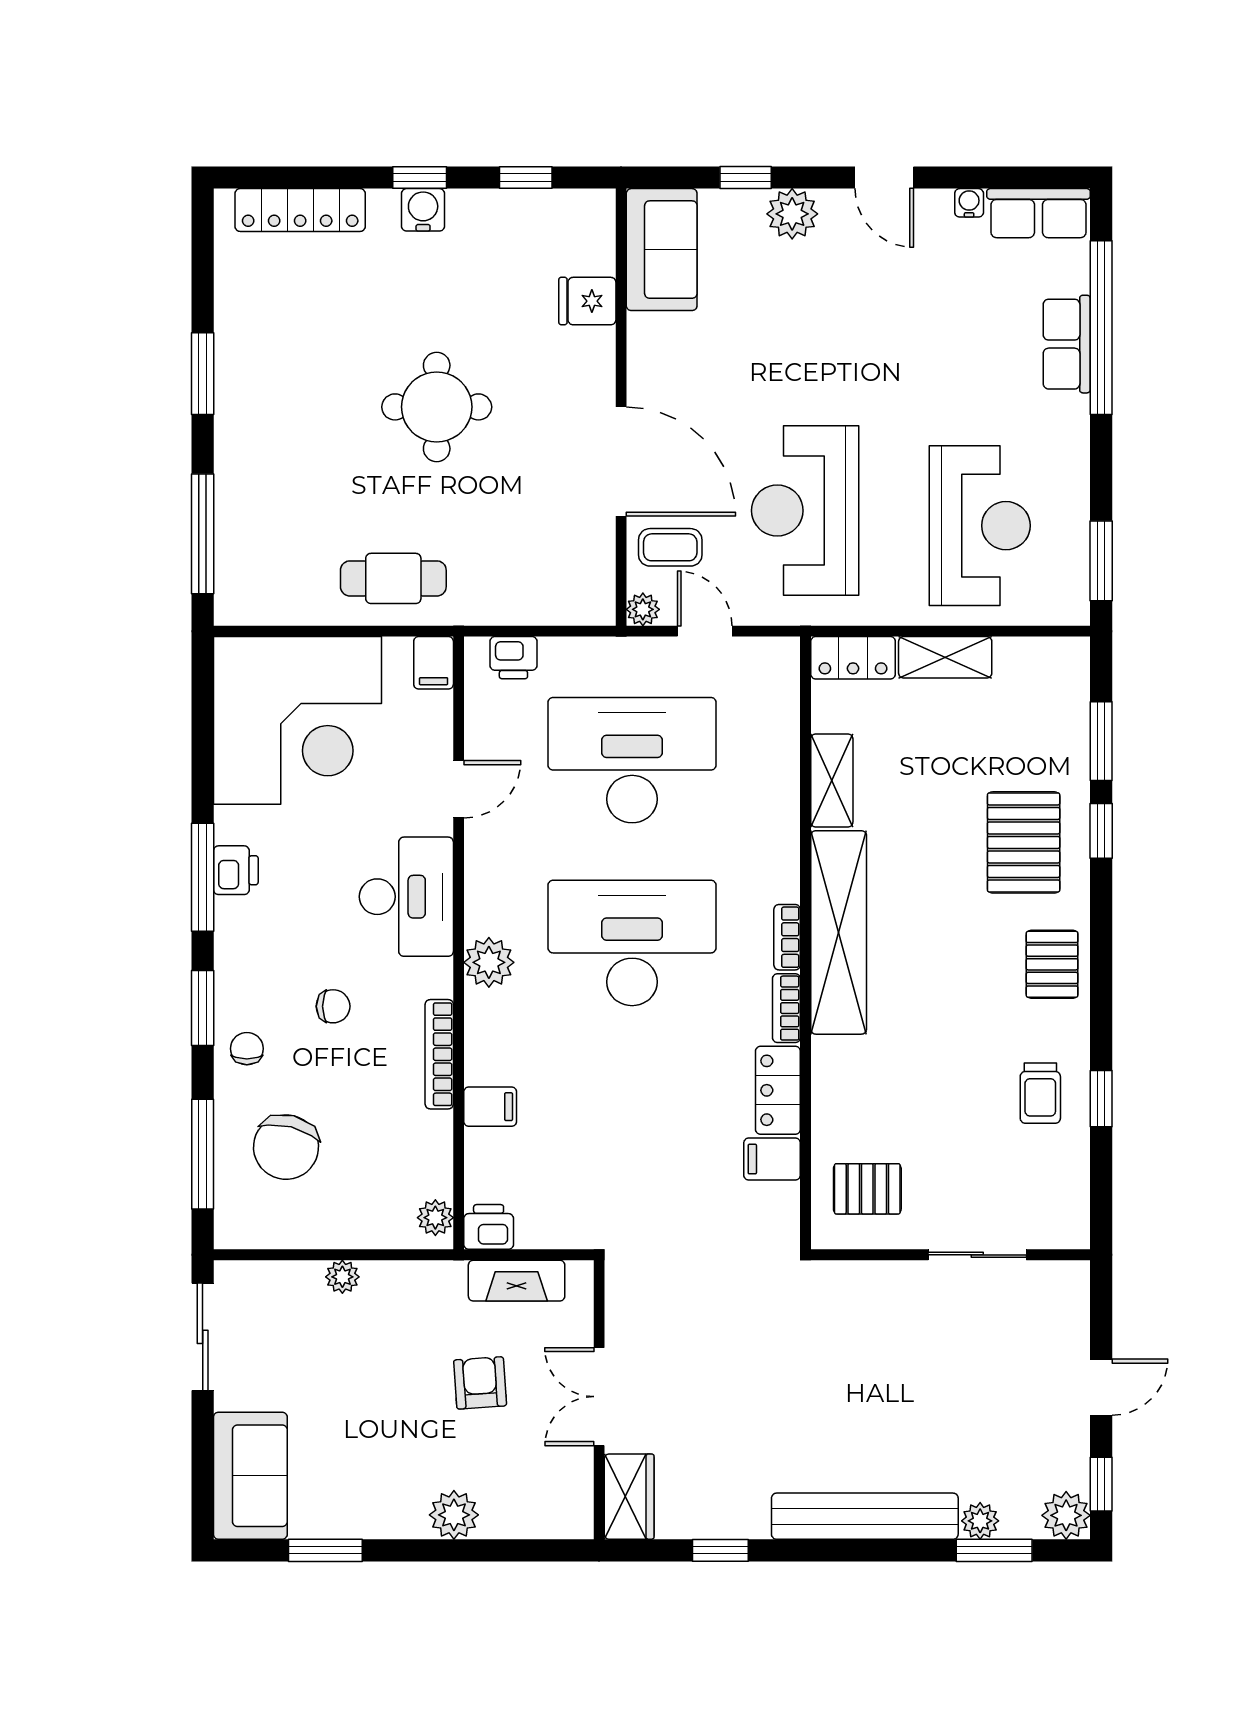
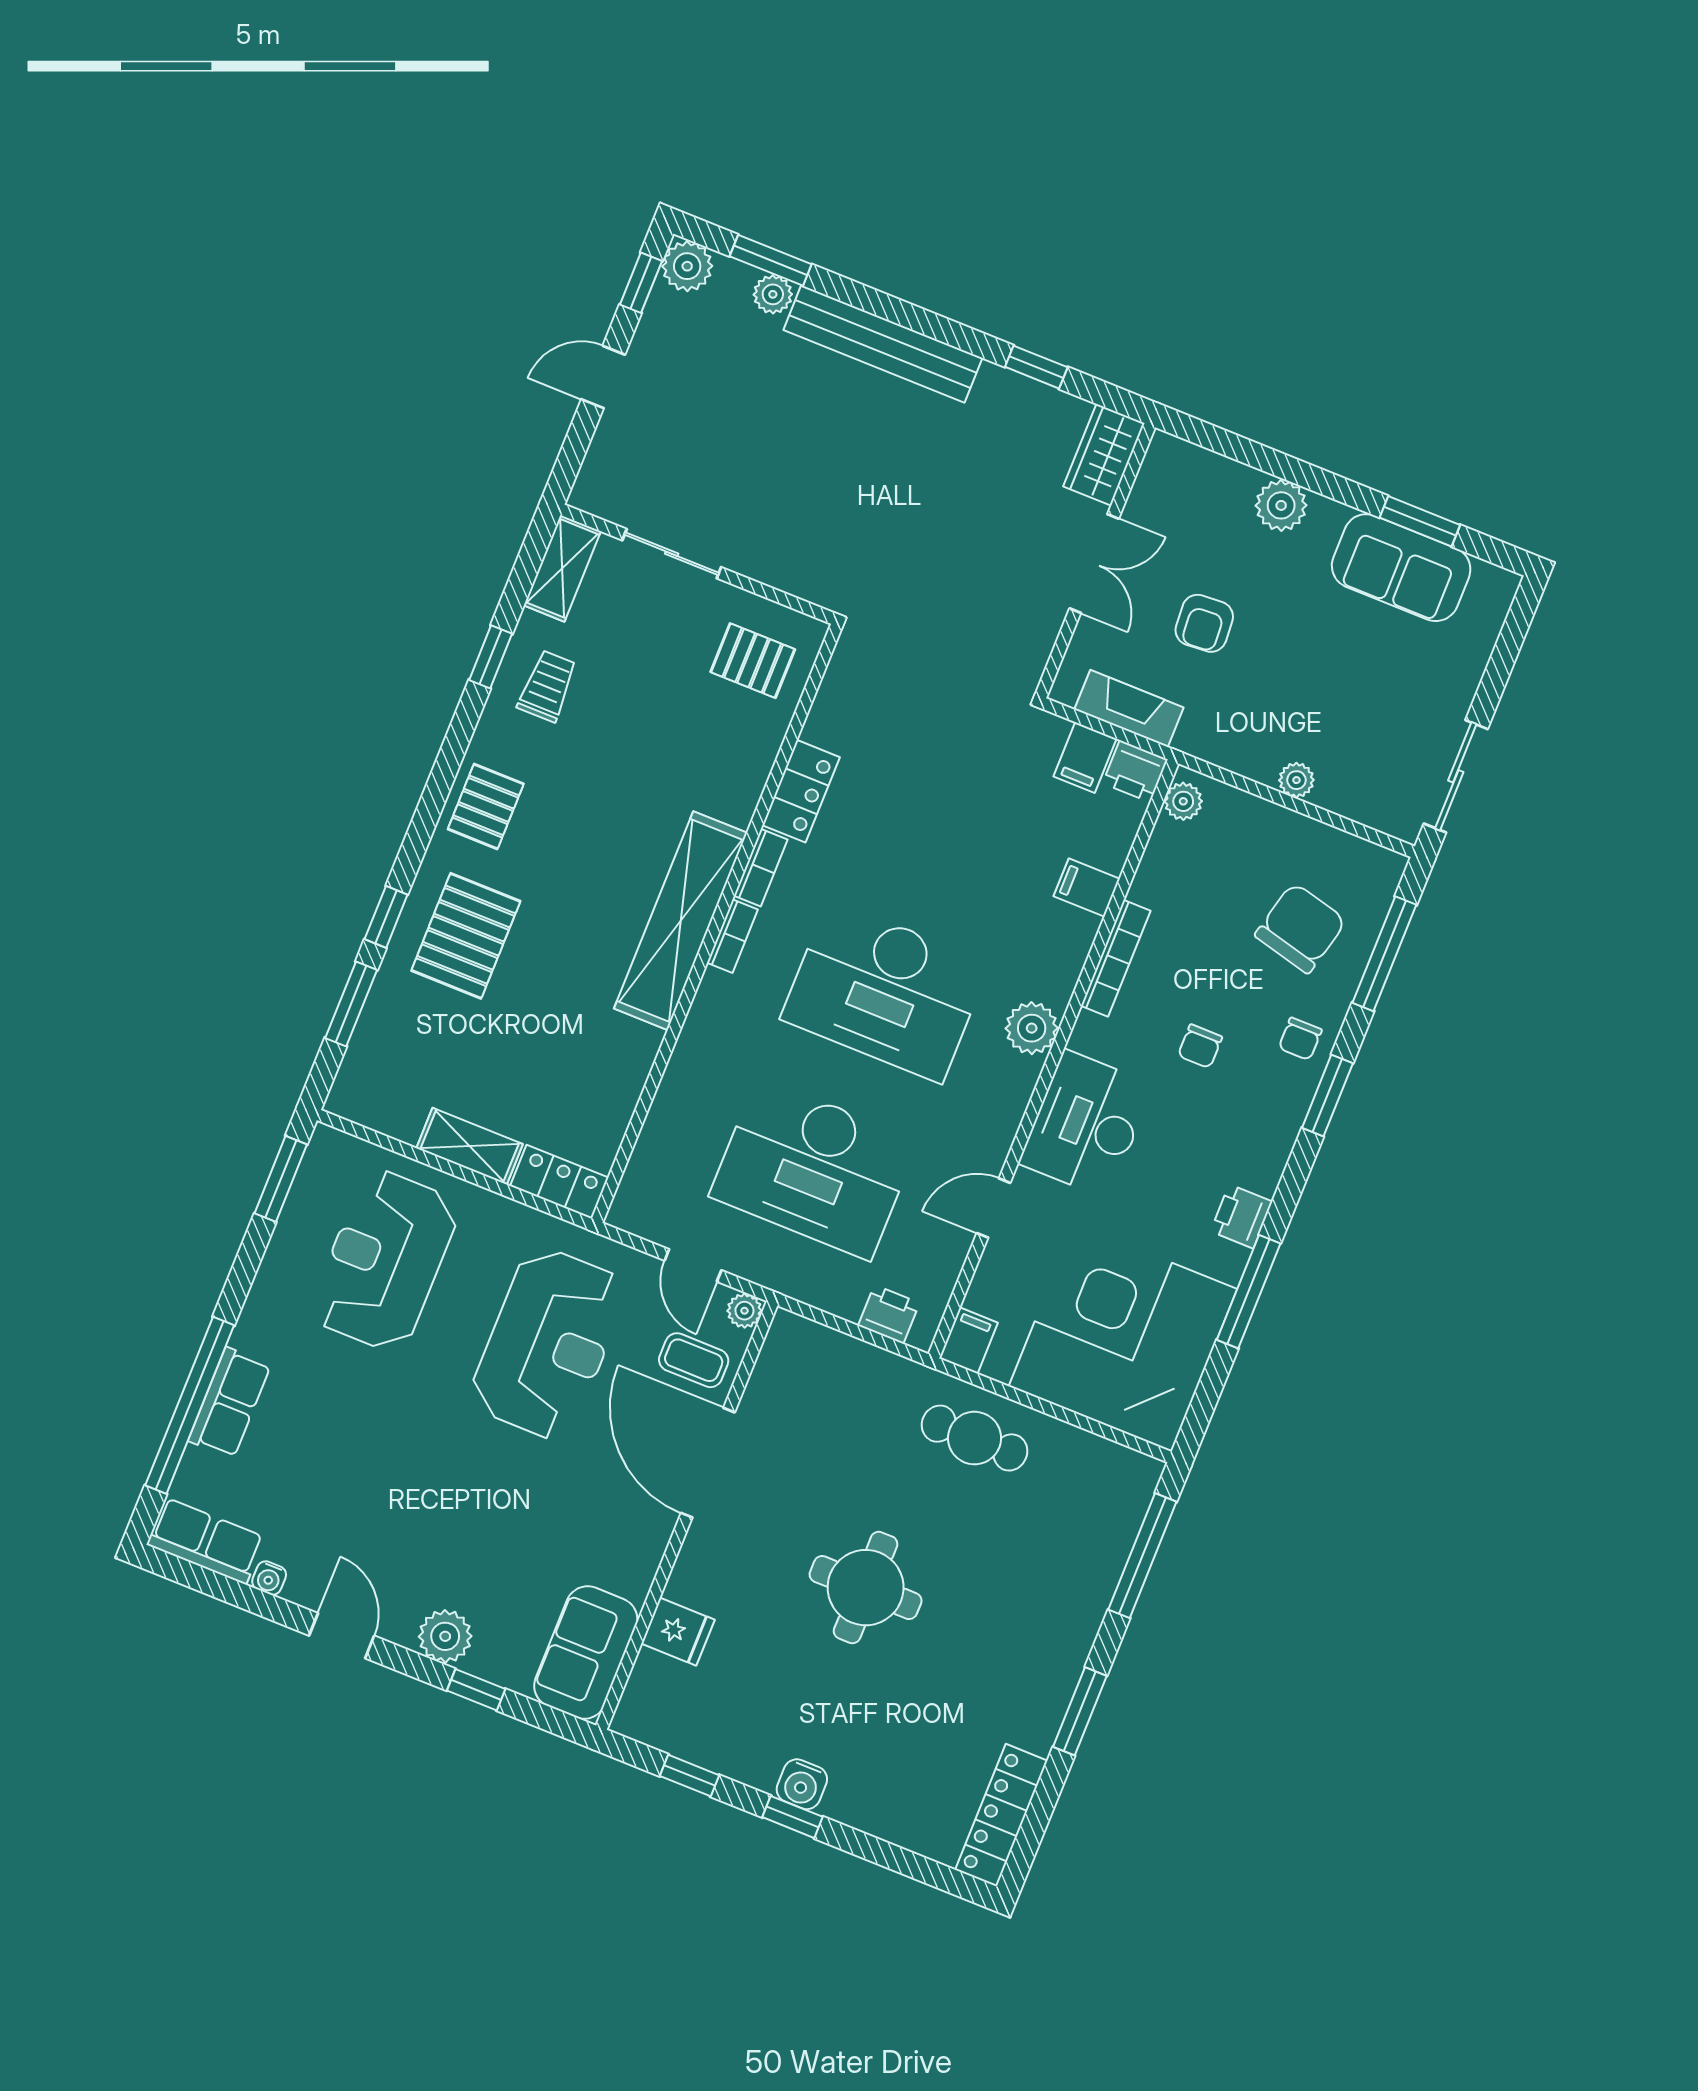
locker: (300, 210) -> (1001, 1815), moved, turned -90
shelving: (832, 780) -> (562, 568), moved
window: (203, 877) -> (1249, 1292), moved
chair: (333, 1006) -> (1200, 1046), turned -90
filing cabinet: (772, 1159) -> (1085, 758), moved, turned 90
sofa: (250, 1476) -> (1401, 568), moved, turned -90

